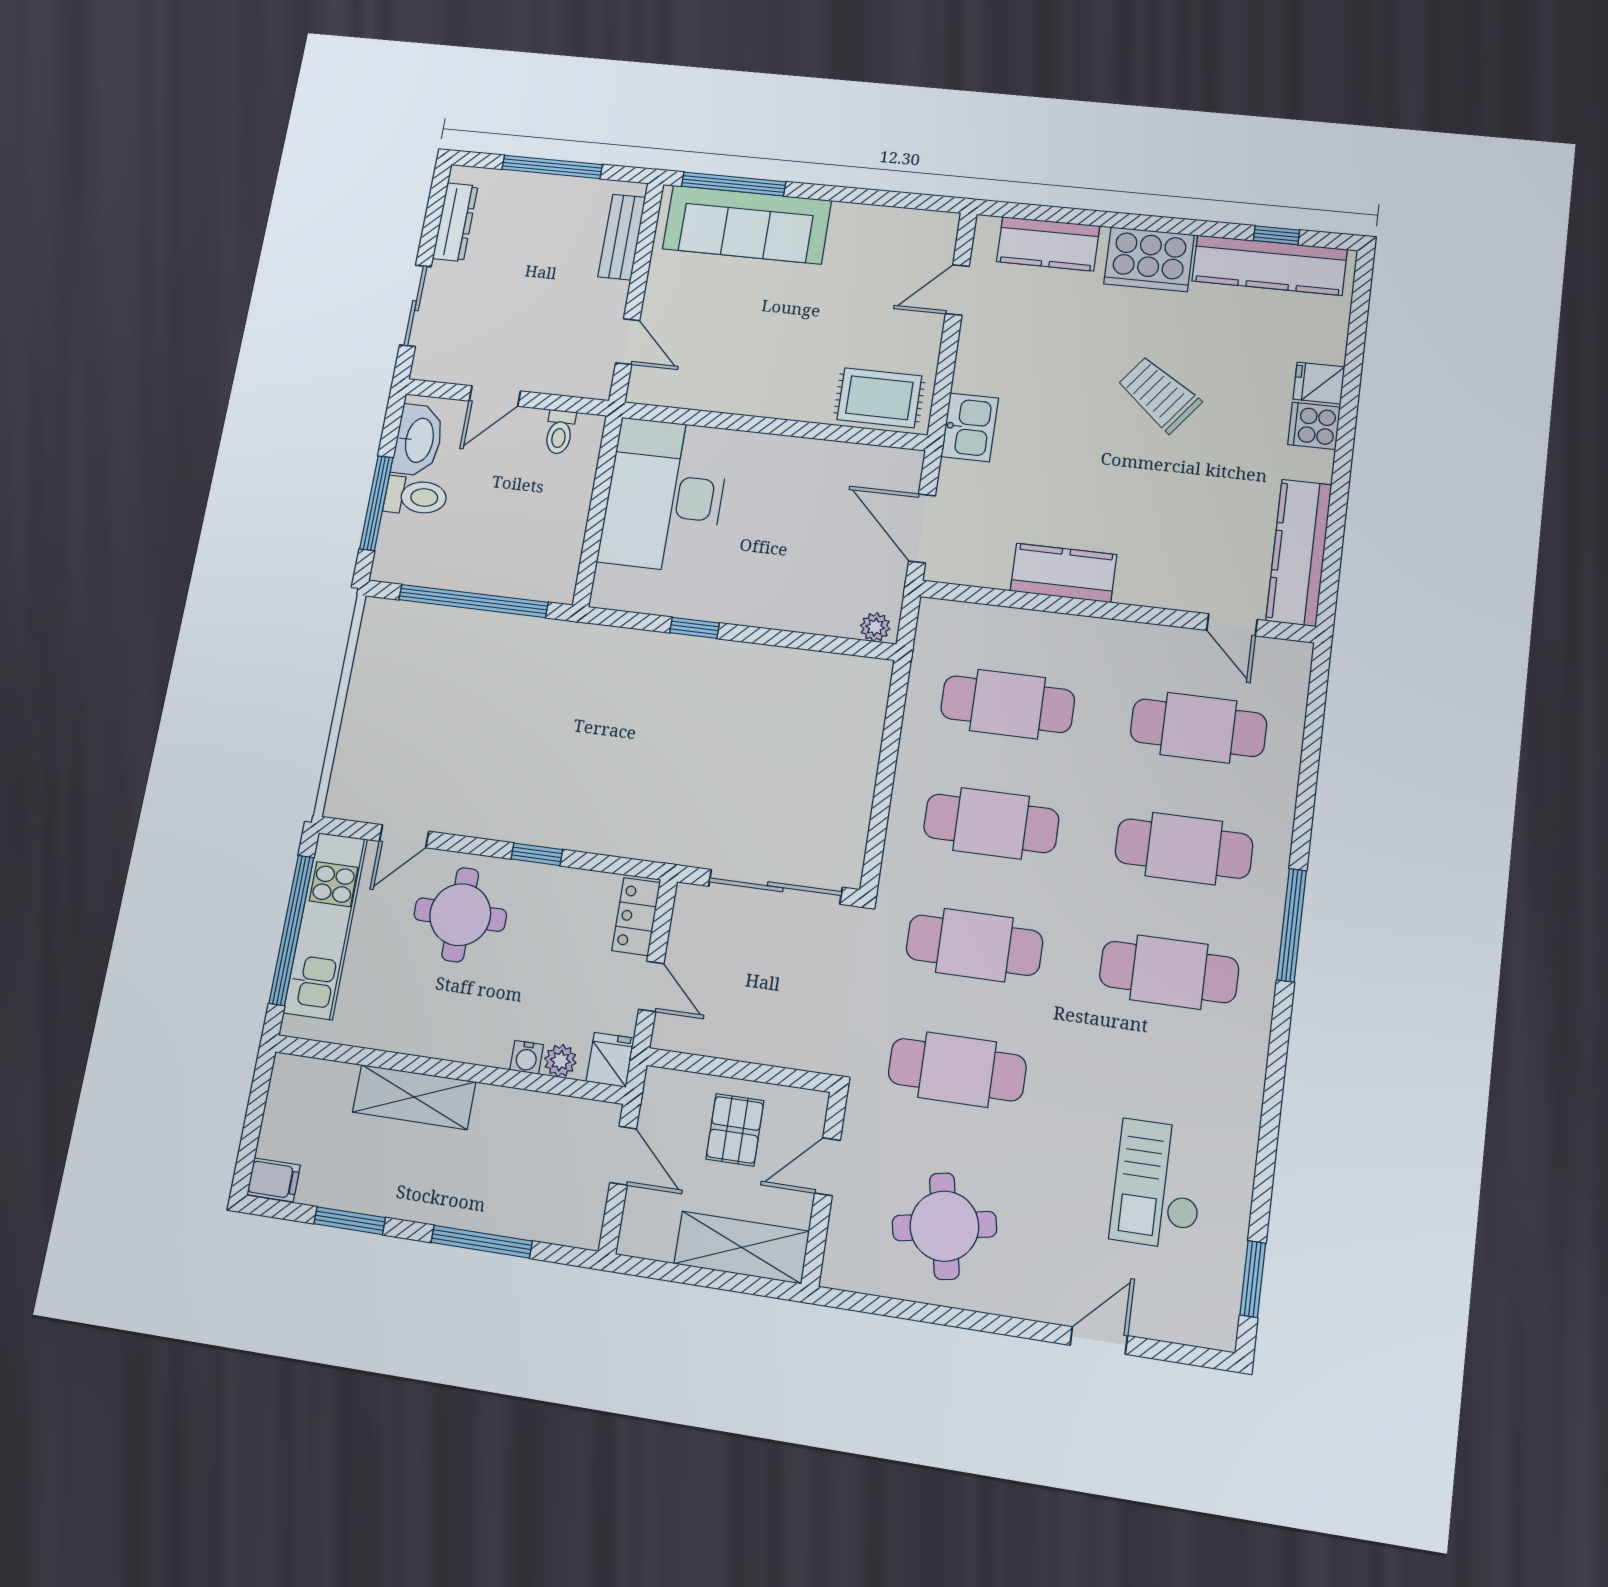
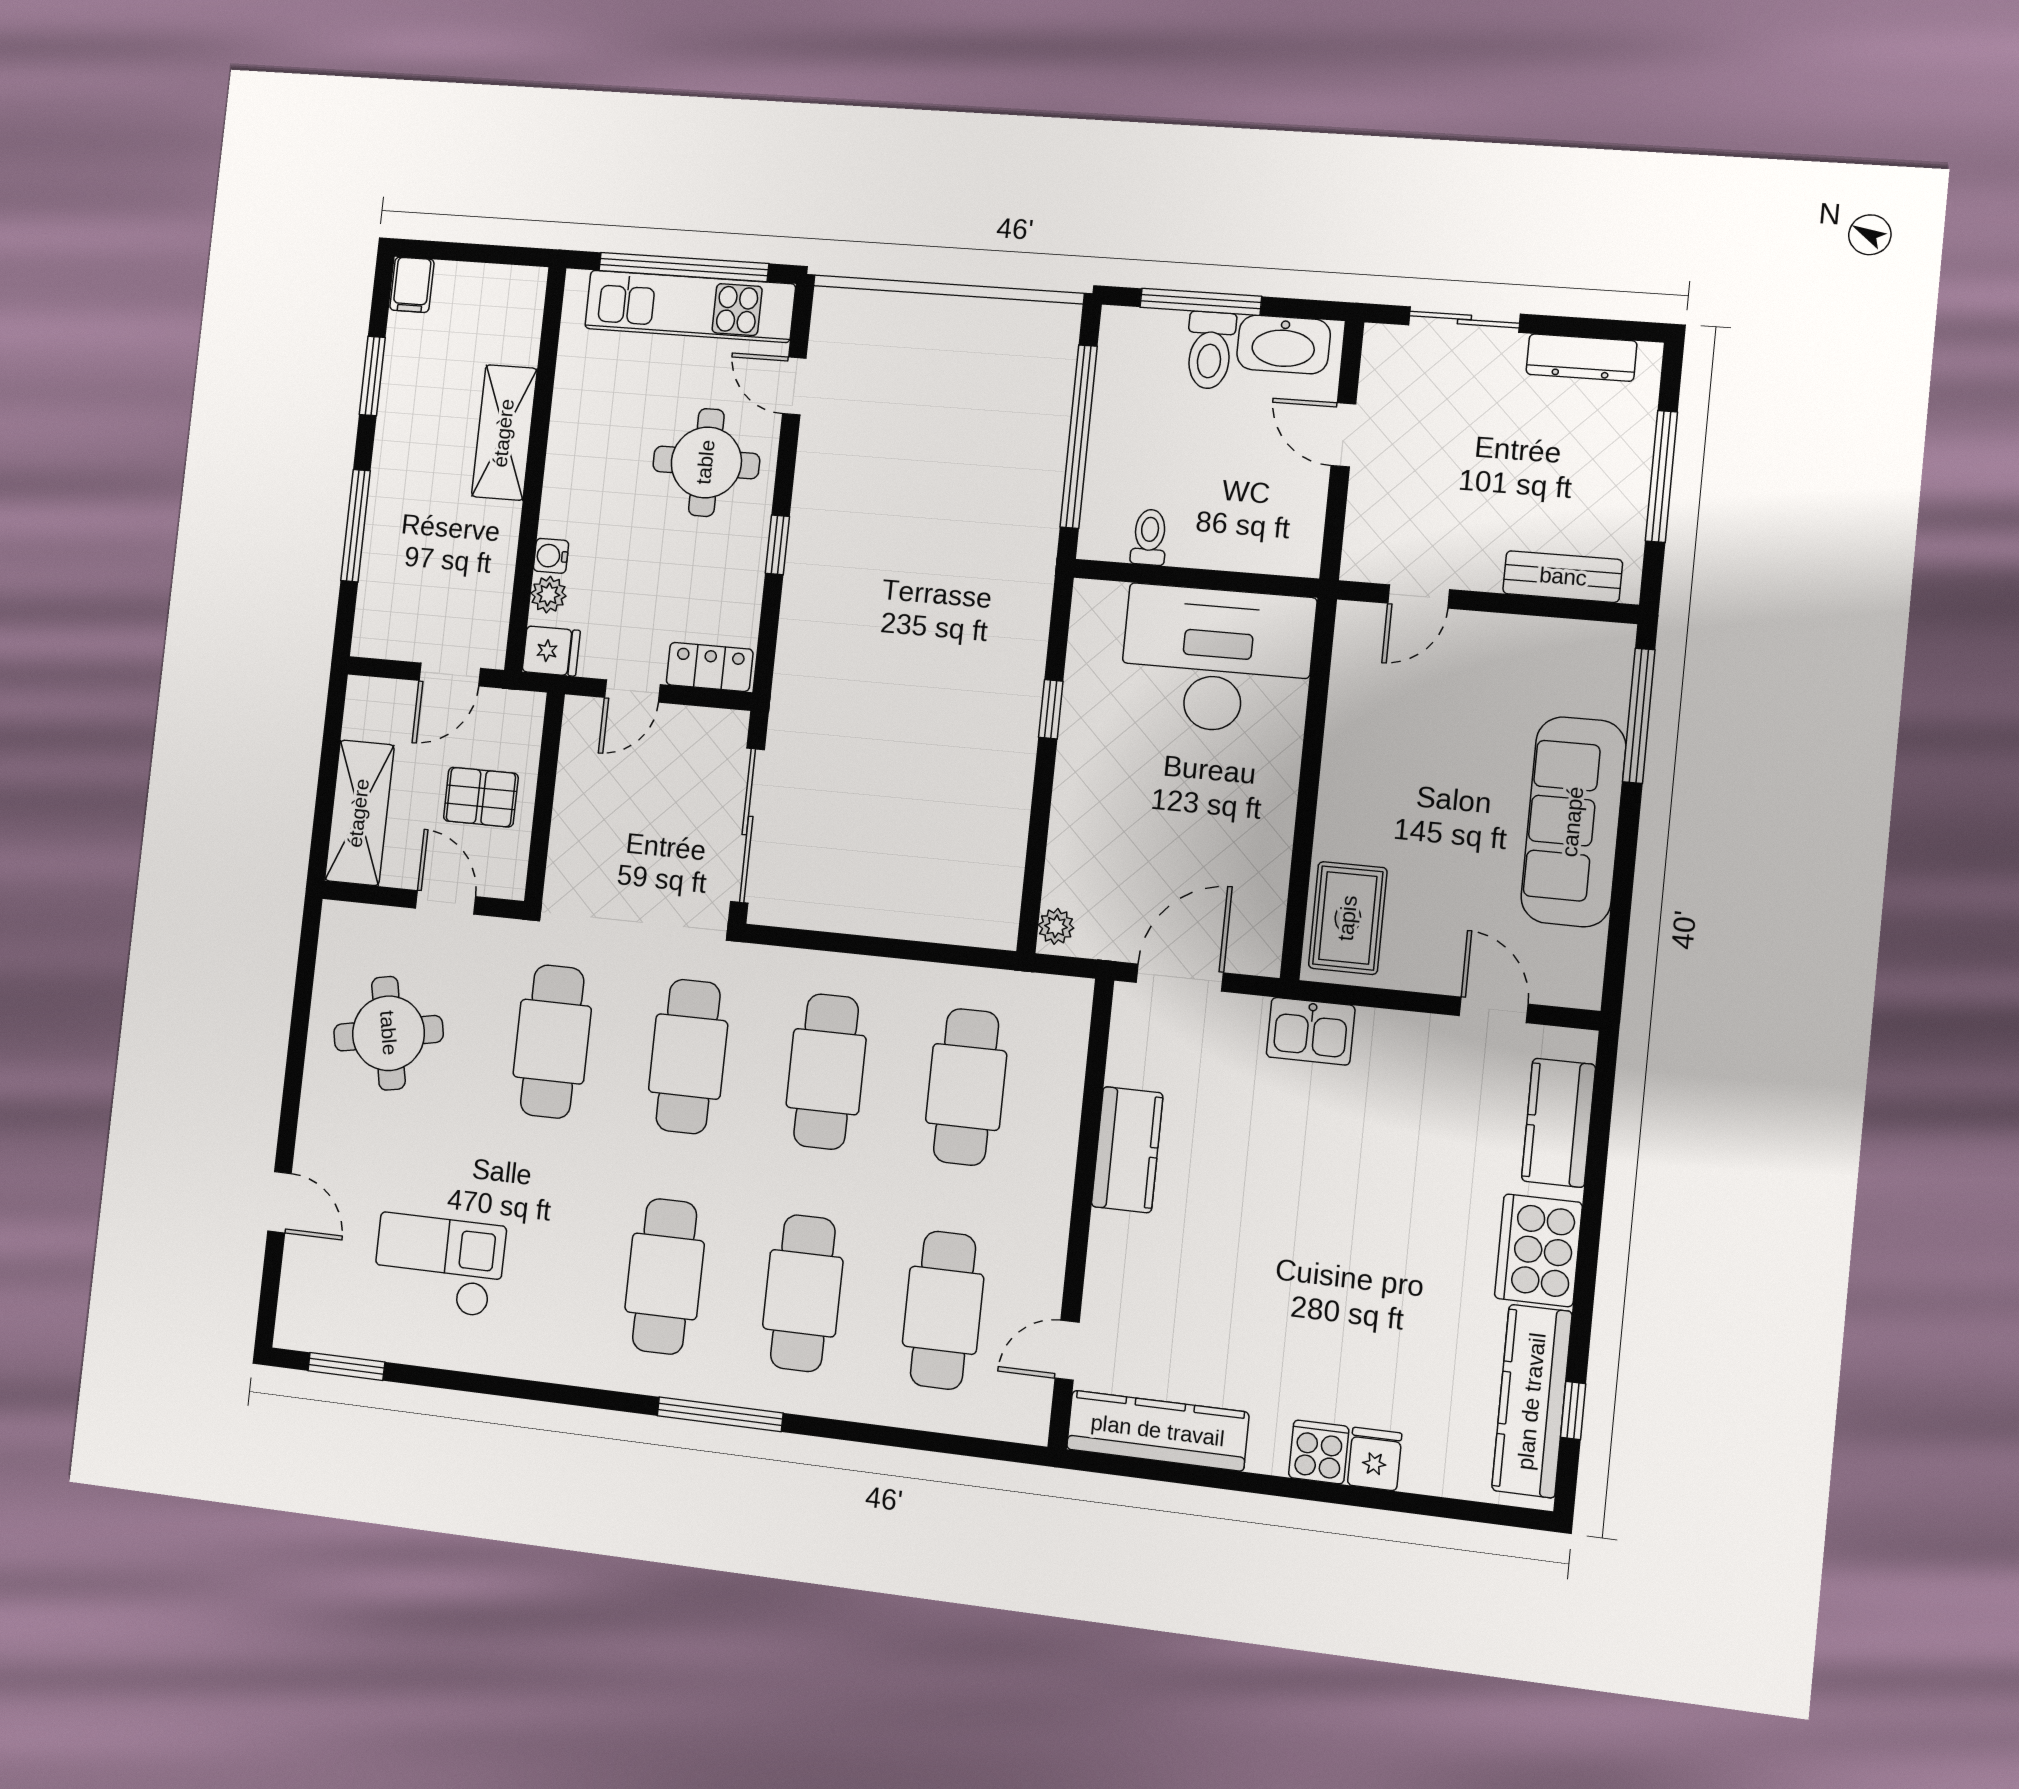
sofa: (747, 225) -> (1573, 822), moved
trolley: (1159, 394) -> (1357, 1263), removed
toilet: (560, 432) -> (1149, 537), moved, turned 90

